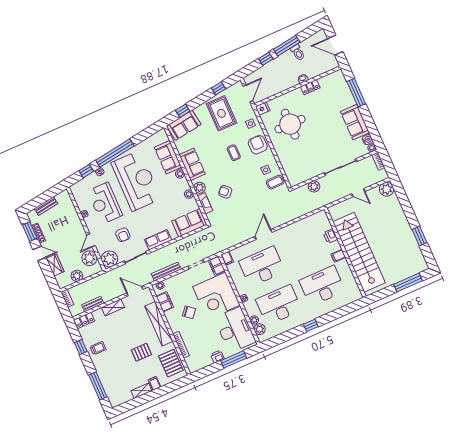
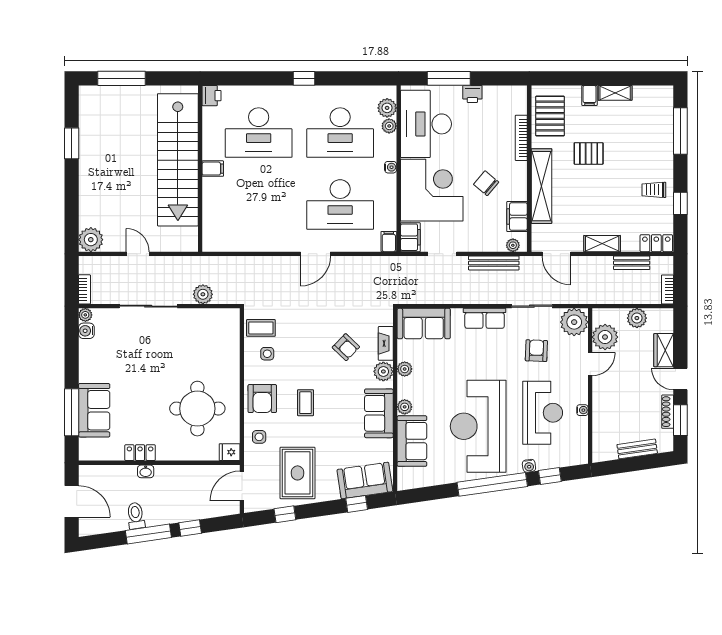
sofa: (355, 122) -> (94, 410), moved
printer: (330, 236) -> (212, 96), moved

